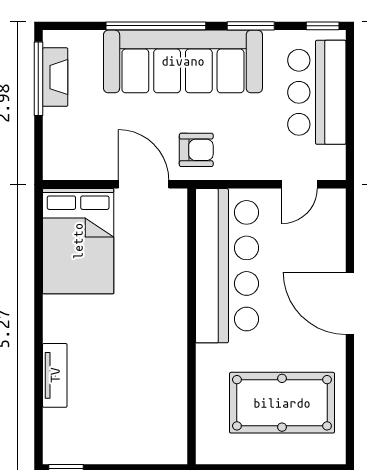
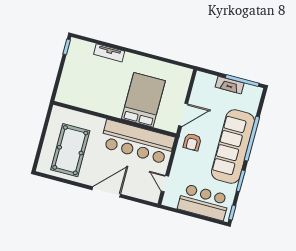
fireplace: (55, 77) -> (230, 85), moved
bed: (78, 241) -> (143, 100), moved, turned 90

